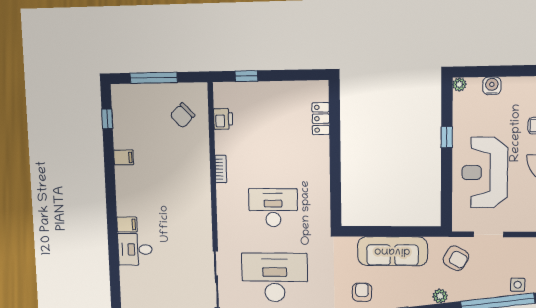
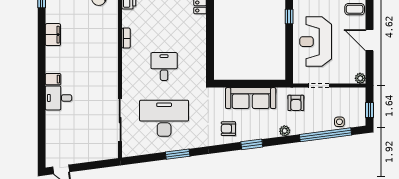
filing cabinet: (124, 157) -> (53, 35), width x2.00
desk: (273, 208) -> (164, 67), width x0.73
armchair: (456, 258) -> (296, 103), turned 60
armchair: (362, 292) -> (228, 129), turned -90

